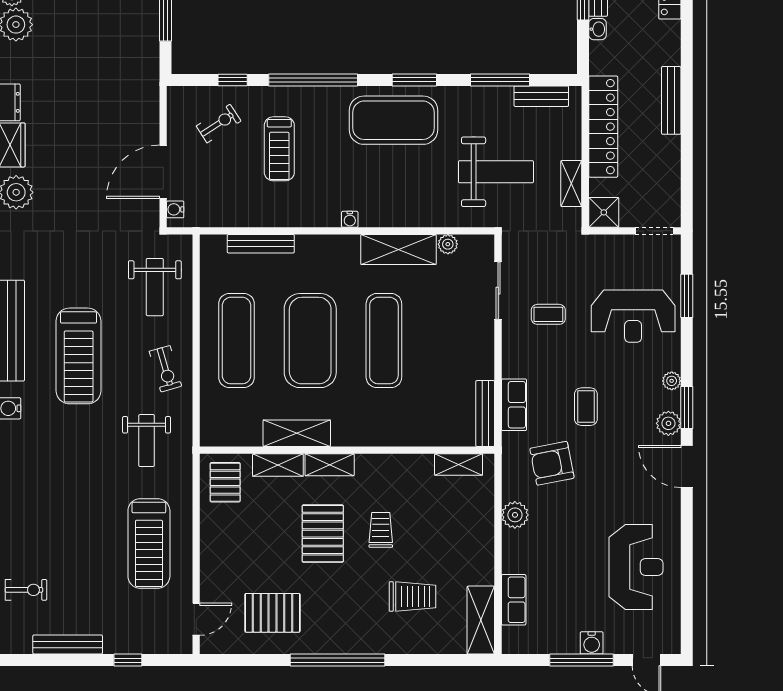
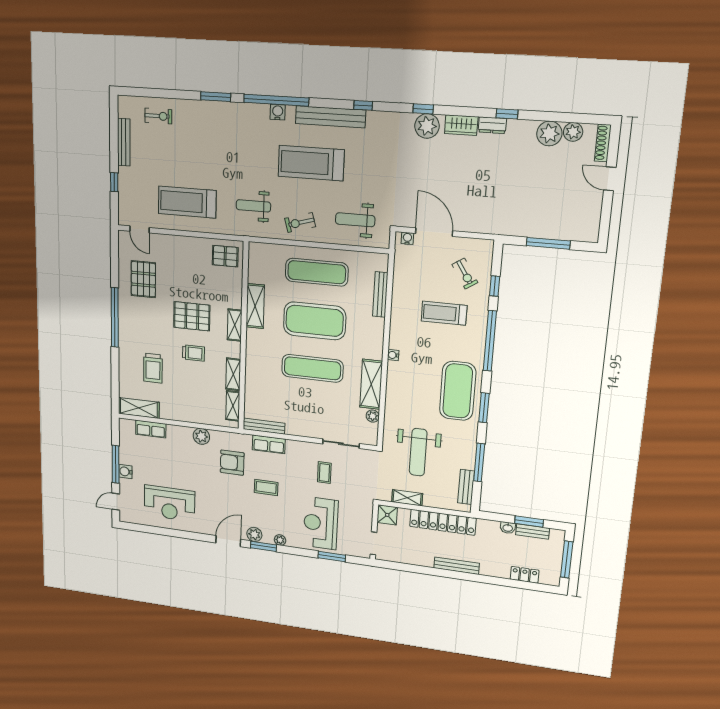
armchair: (552, 463) -> (232, 463), turned -79
shelving: (278, 465) -> (233, 374), moved
exercise bike: (26, 590) -> (158, 116), turned -90

